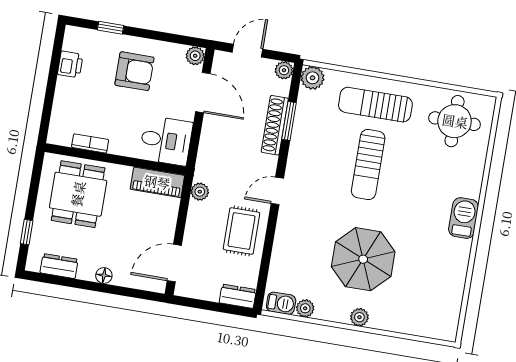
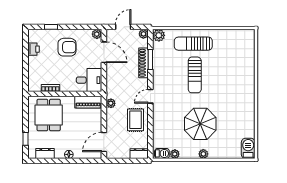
round table: (455, 121) -> (235, 45), removed
barbecue: (464, 218) -> (248, 148), moved

